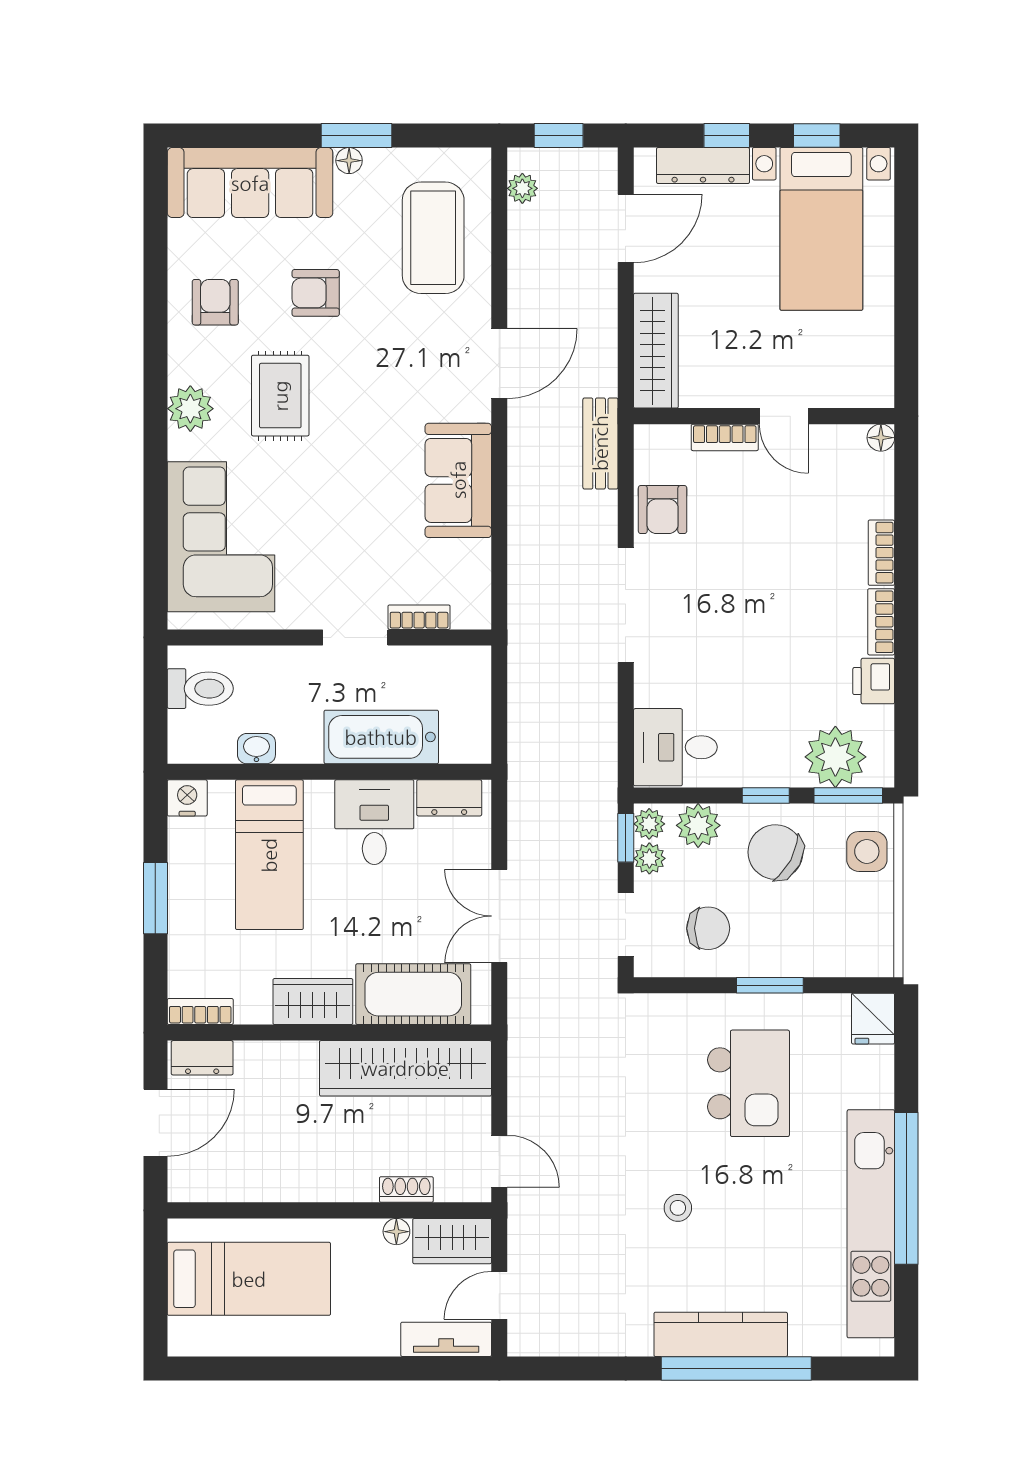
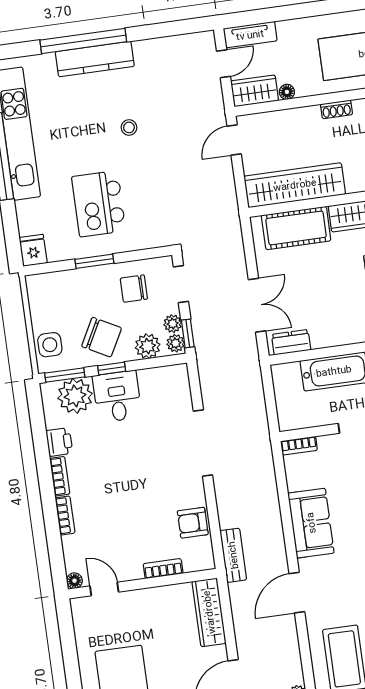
door: (784, 416) -> (104, 589), moved
armchair: (663, 510) -> (193, 523), turned -90
doorway: (626, 605) -> (203, 443), moved
bookcase: (419, 617) -> (299, 446), moved
desk: (675, 747) -> (117, 396), moved, turned -90
desk: (374, 822) -> (332, 323), removed
double door: (499, 916) -> (257, 305), moved
door: (499, 1161) -> (234, 140), hinge flipped
shoe rack: (406, 1190) -> (336, 109), moved

